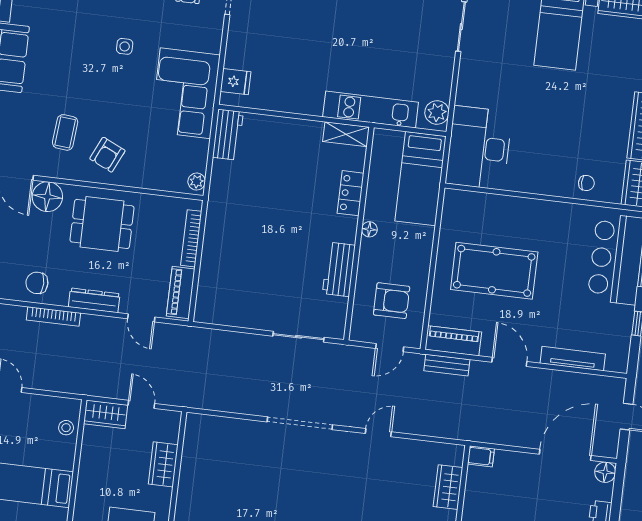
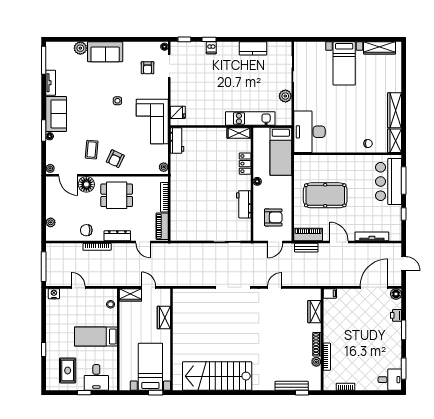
plant: (437, 112) -> (285, 96), moved

